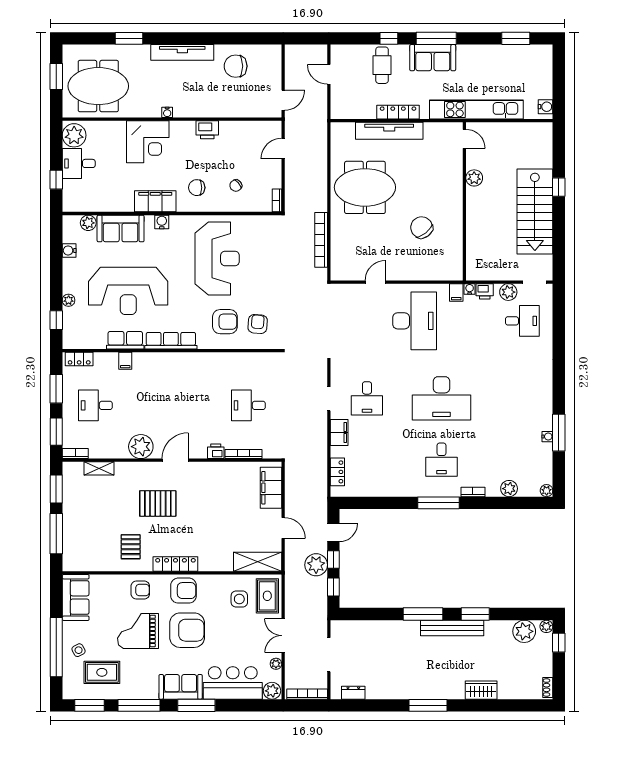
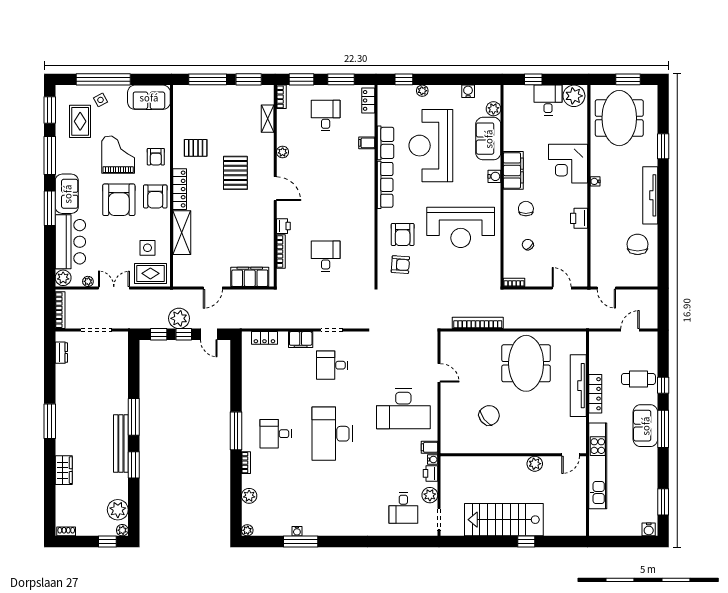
water cooler: (546, 107) -> (649, 529), moved
plant: (141, 447) -> (283, 152), width x0.53, depth x0.53
shelving: (258, 562) -> (182, 233), moved

